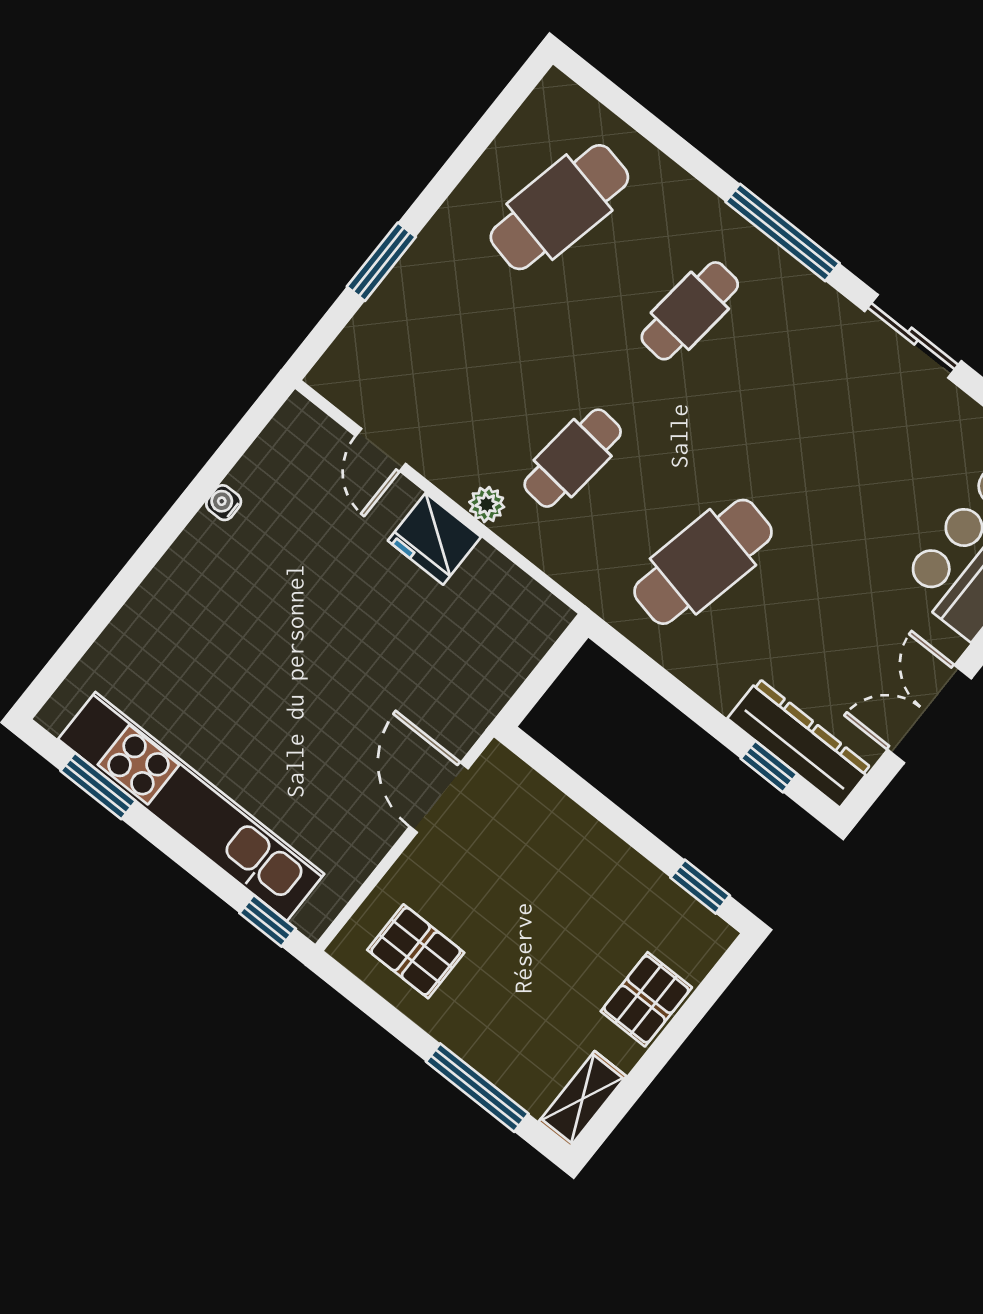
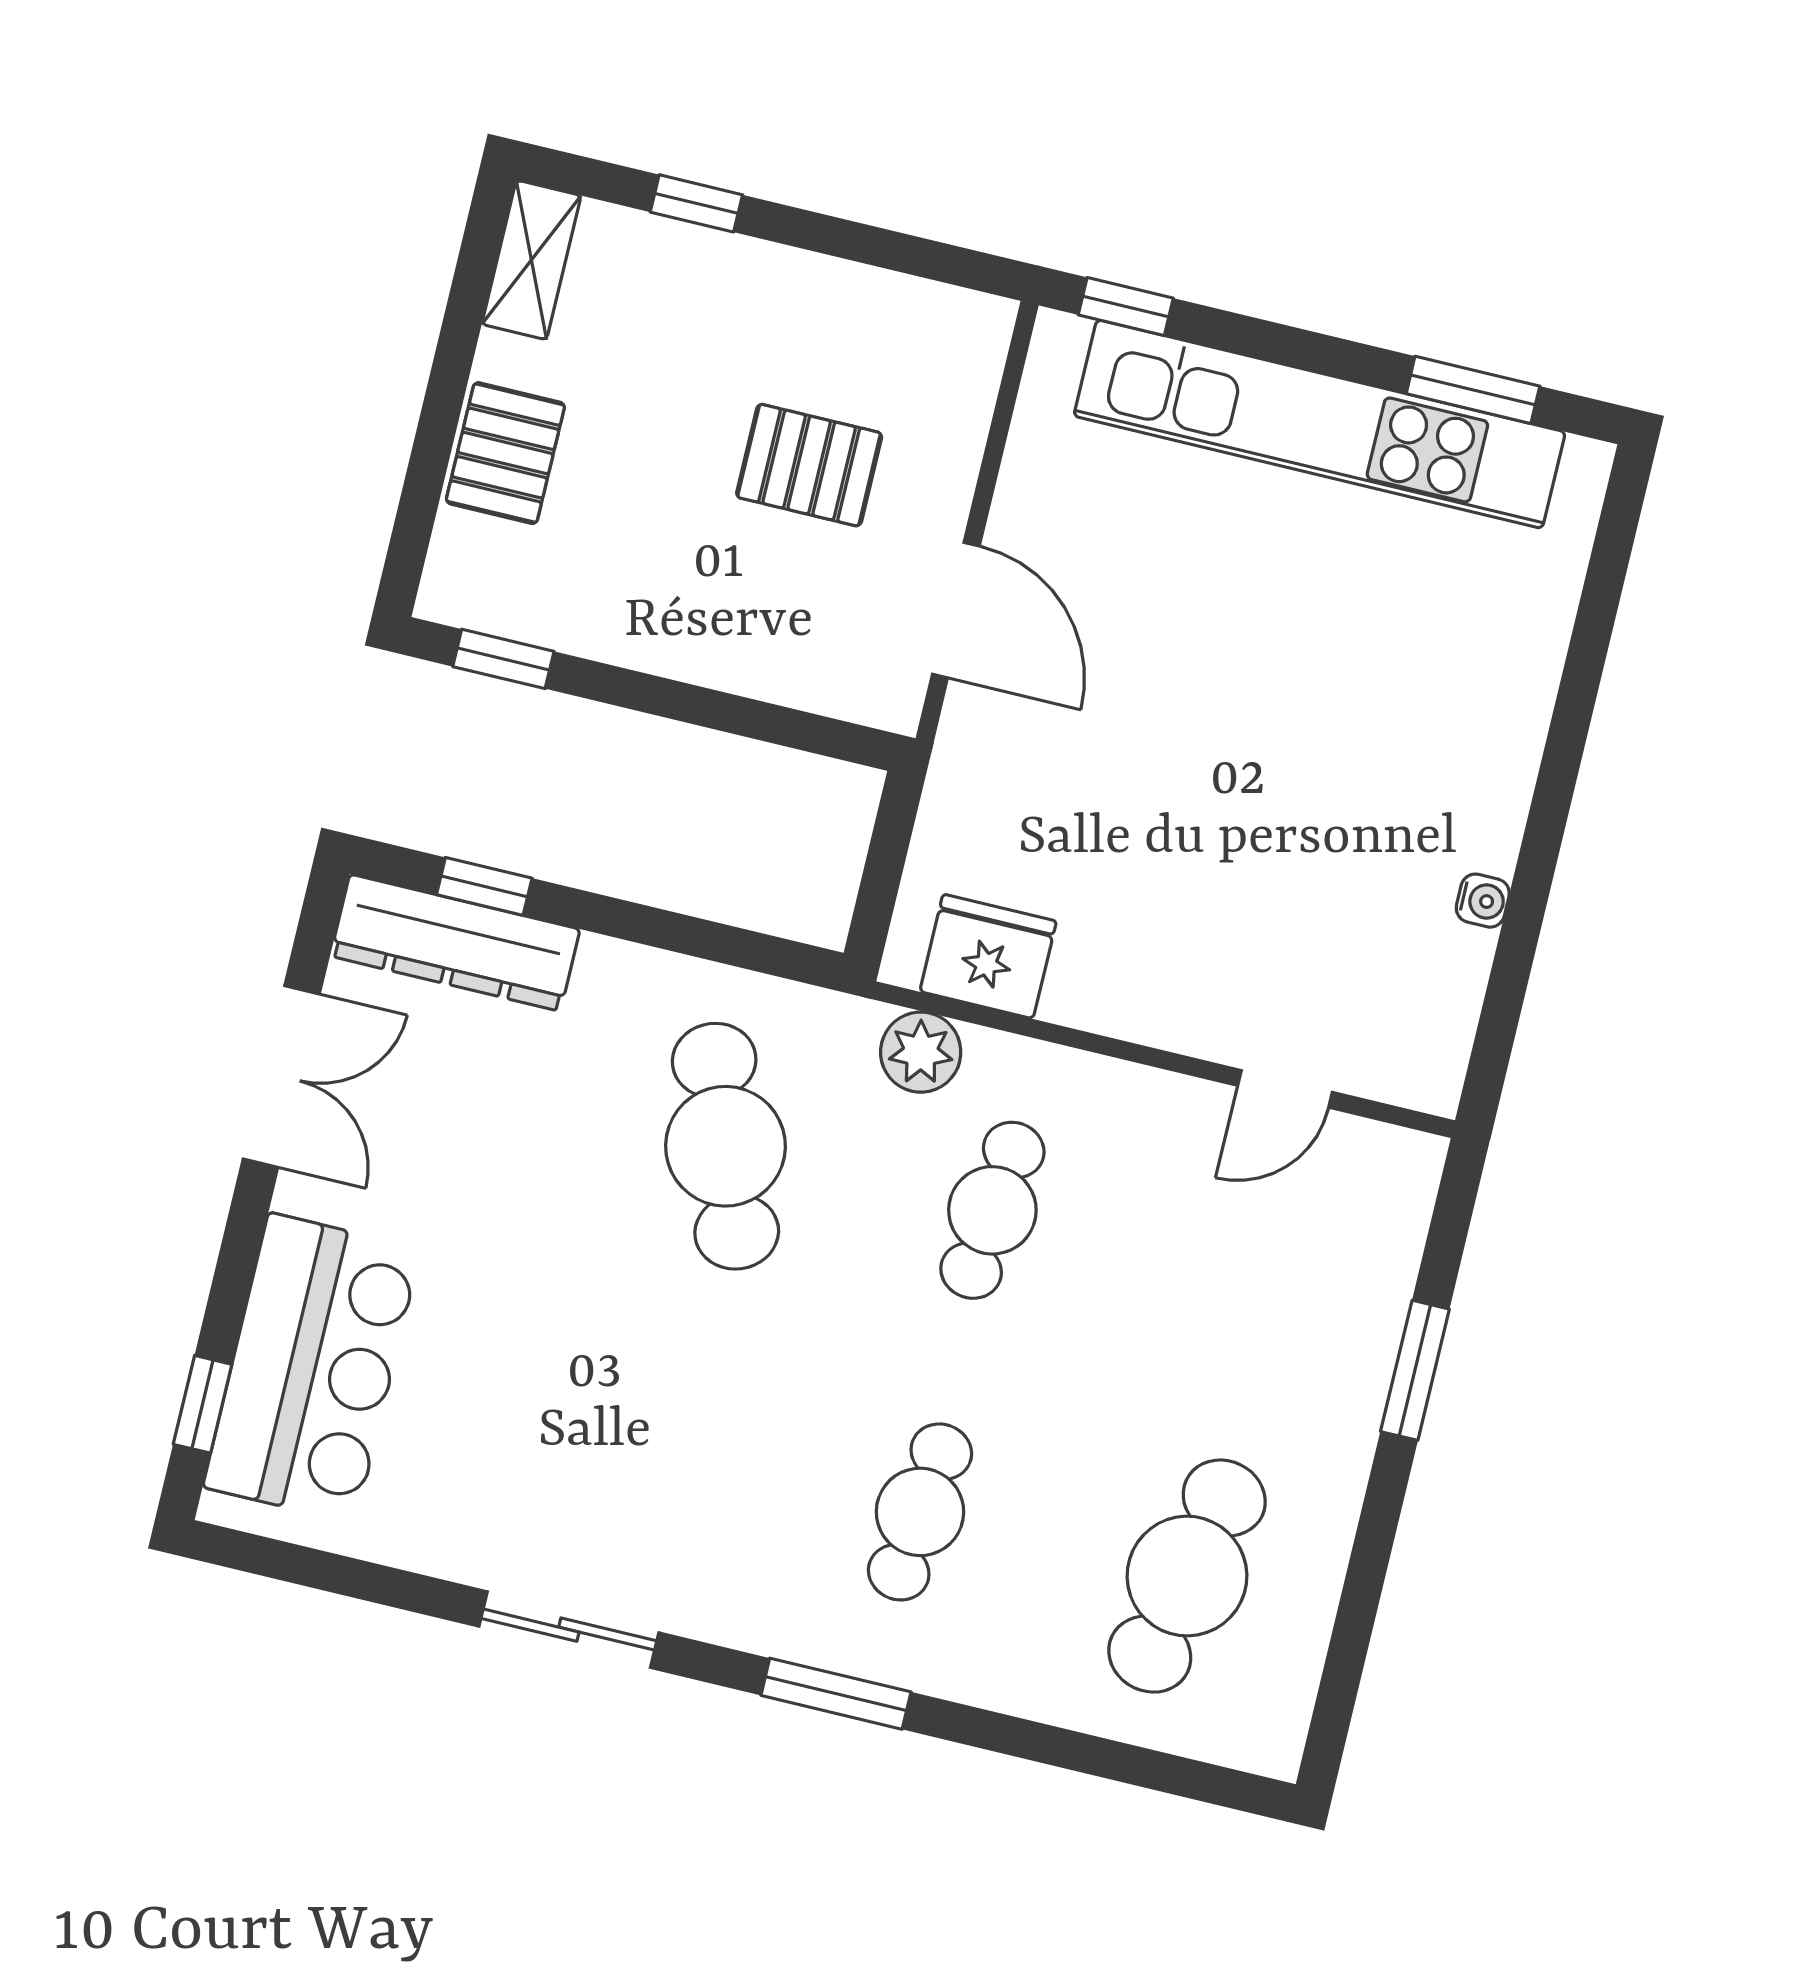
window: (783, 232) -> (836, 1694), width x0.69
door: (381, 450) -> (1285, 1089), swing flipped
plant: (487, 504) -> (921, 1052), moved, width x1.38, depth x1.38
fridge: (434, 539) -> (988, 956), moved
cafe table: (703, 562) -> (725, 1146), turned -33
pallet: (416, 951) -> (809, 465), moved
window: (477, 1088) -> (696, 203), width x0.46

